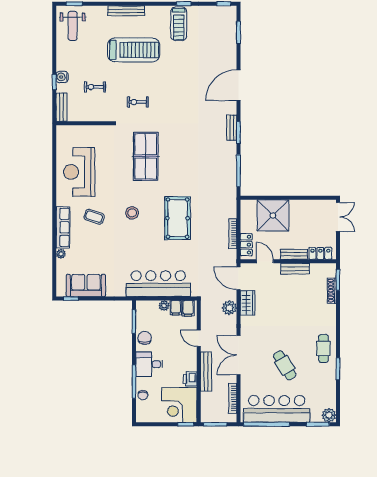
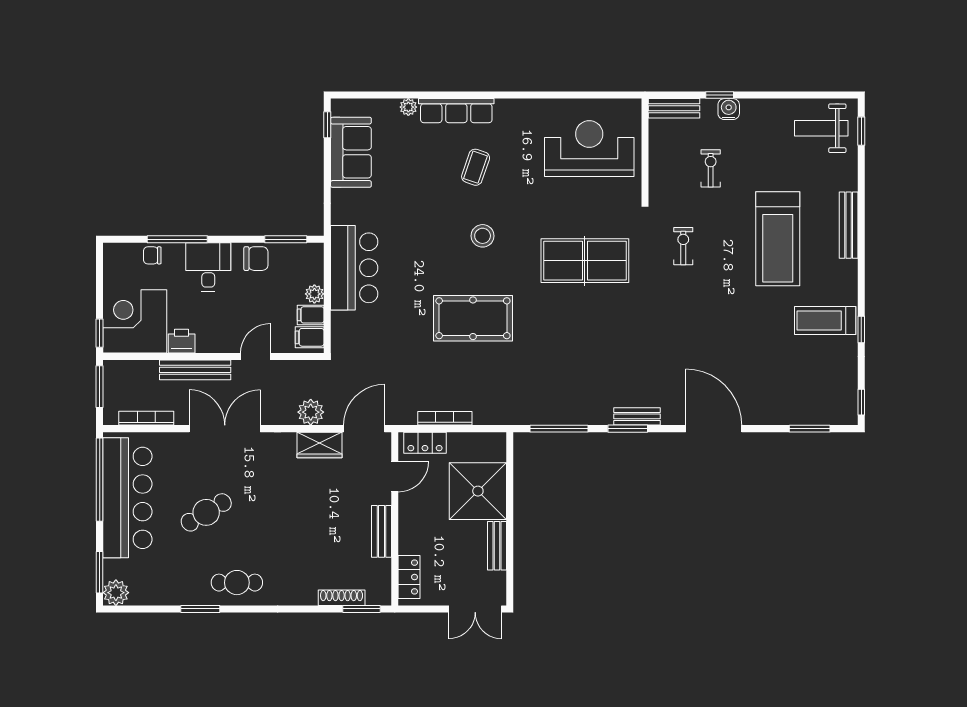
reception desk: (79, 172) -> (589, 149), moved
bench: (294, 254) -> (497, 546), moved
bar counter: (158, 284) -> (354, 268), width x0.73

